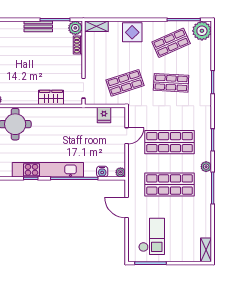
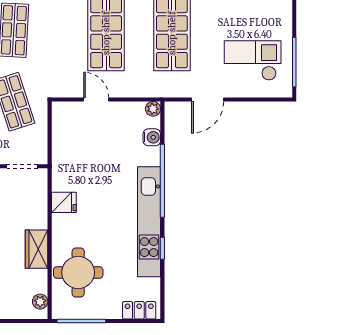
wardrobe: (51, 97) -> (37, 249), moved
fridge: (104, 115) -> (64, 202), moved

